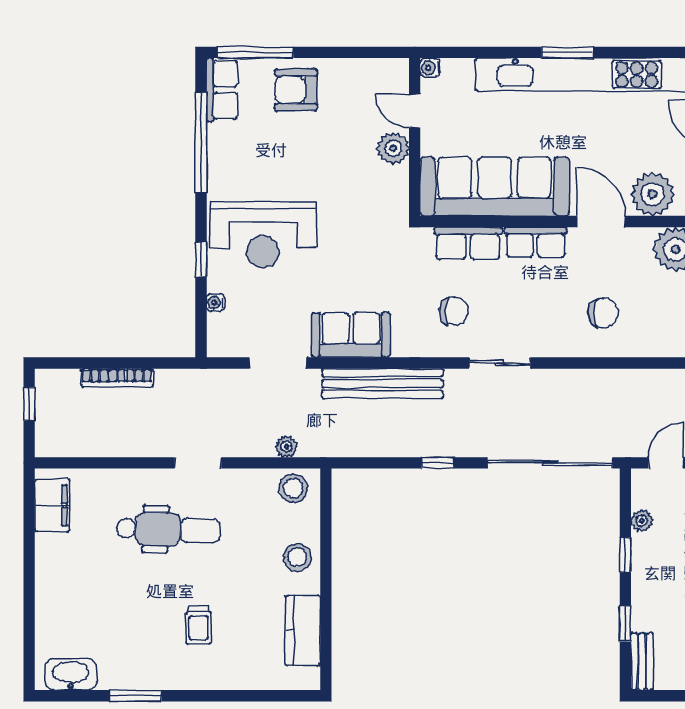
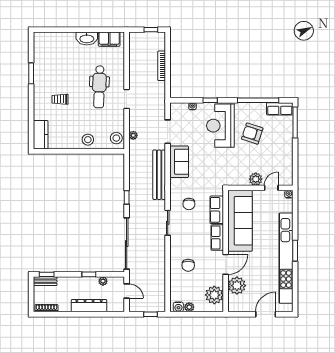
armchair: (296, 90) -> (252, 134), moved, turned -72
window: (625, 624) -> (47, 274), moved
kitchen counter: (303, 630) -> (41, 135), moved, turned 90
washbasin: (71, 674) -> (87, 38), moved, turned 90

